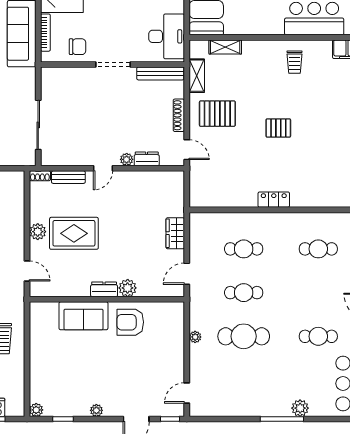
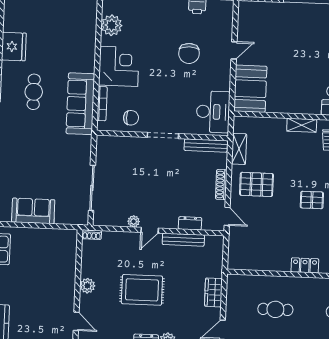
shelving: (225, 47) -> (302, 125), moved
plant: (127, 159) -> (134, 221), moved
bench: (68, 177) -> (183, 240), moved, width x1.36
rug: (74, 233) -> (142, 290), moved

